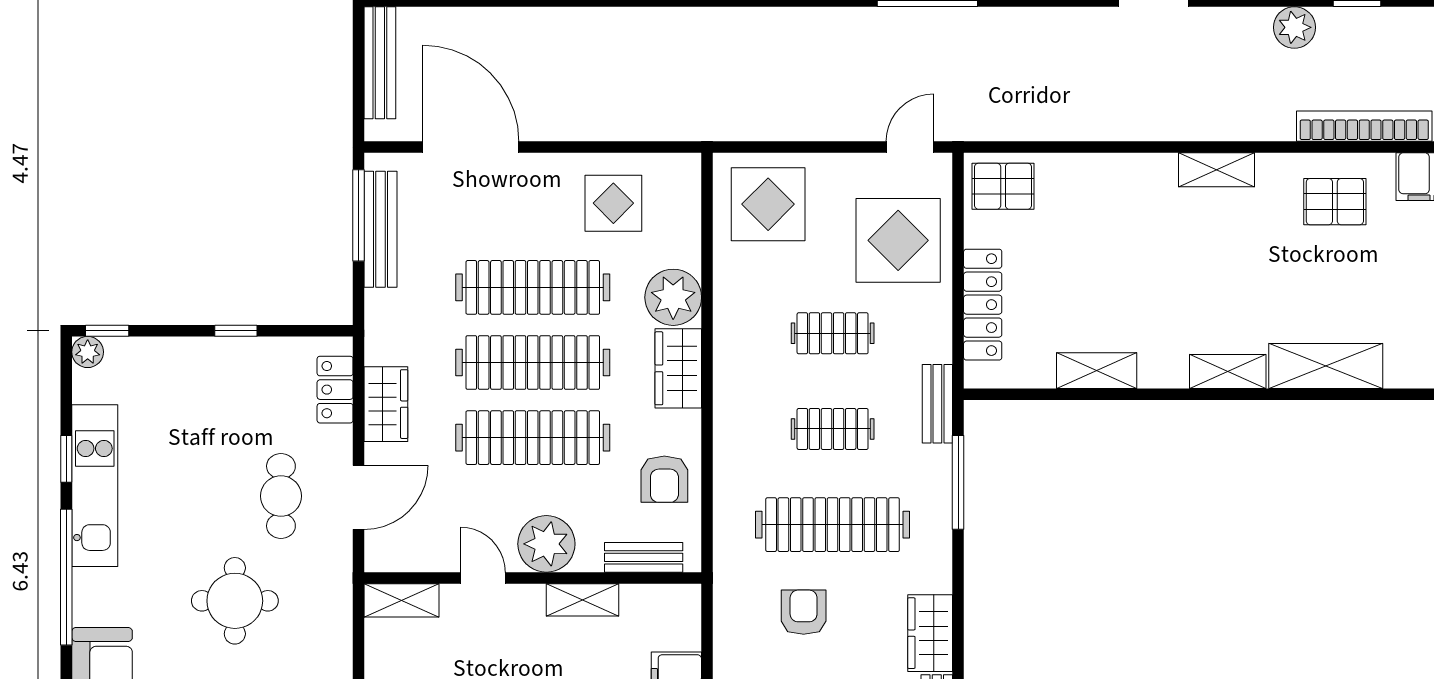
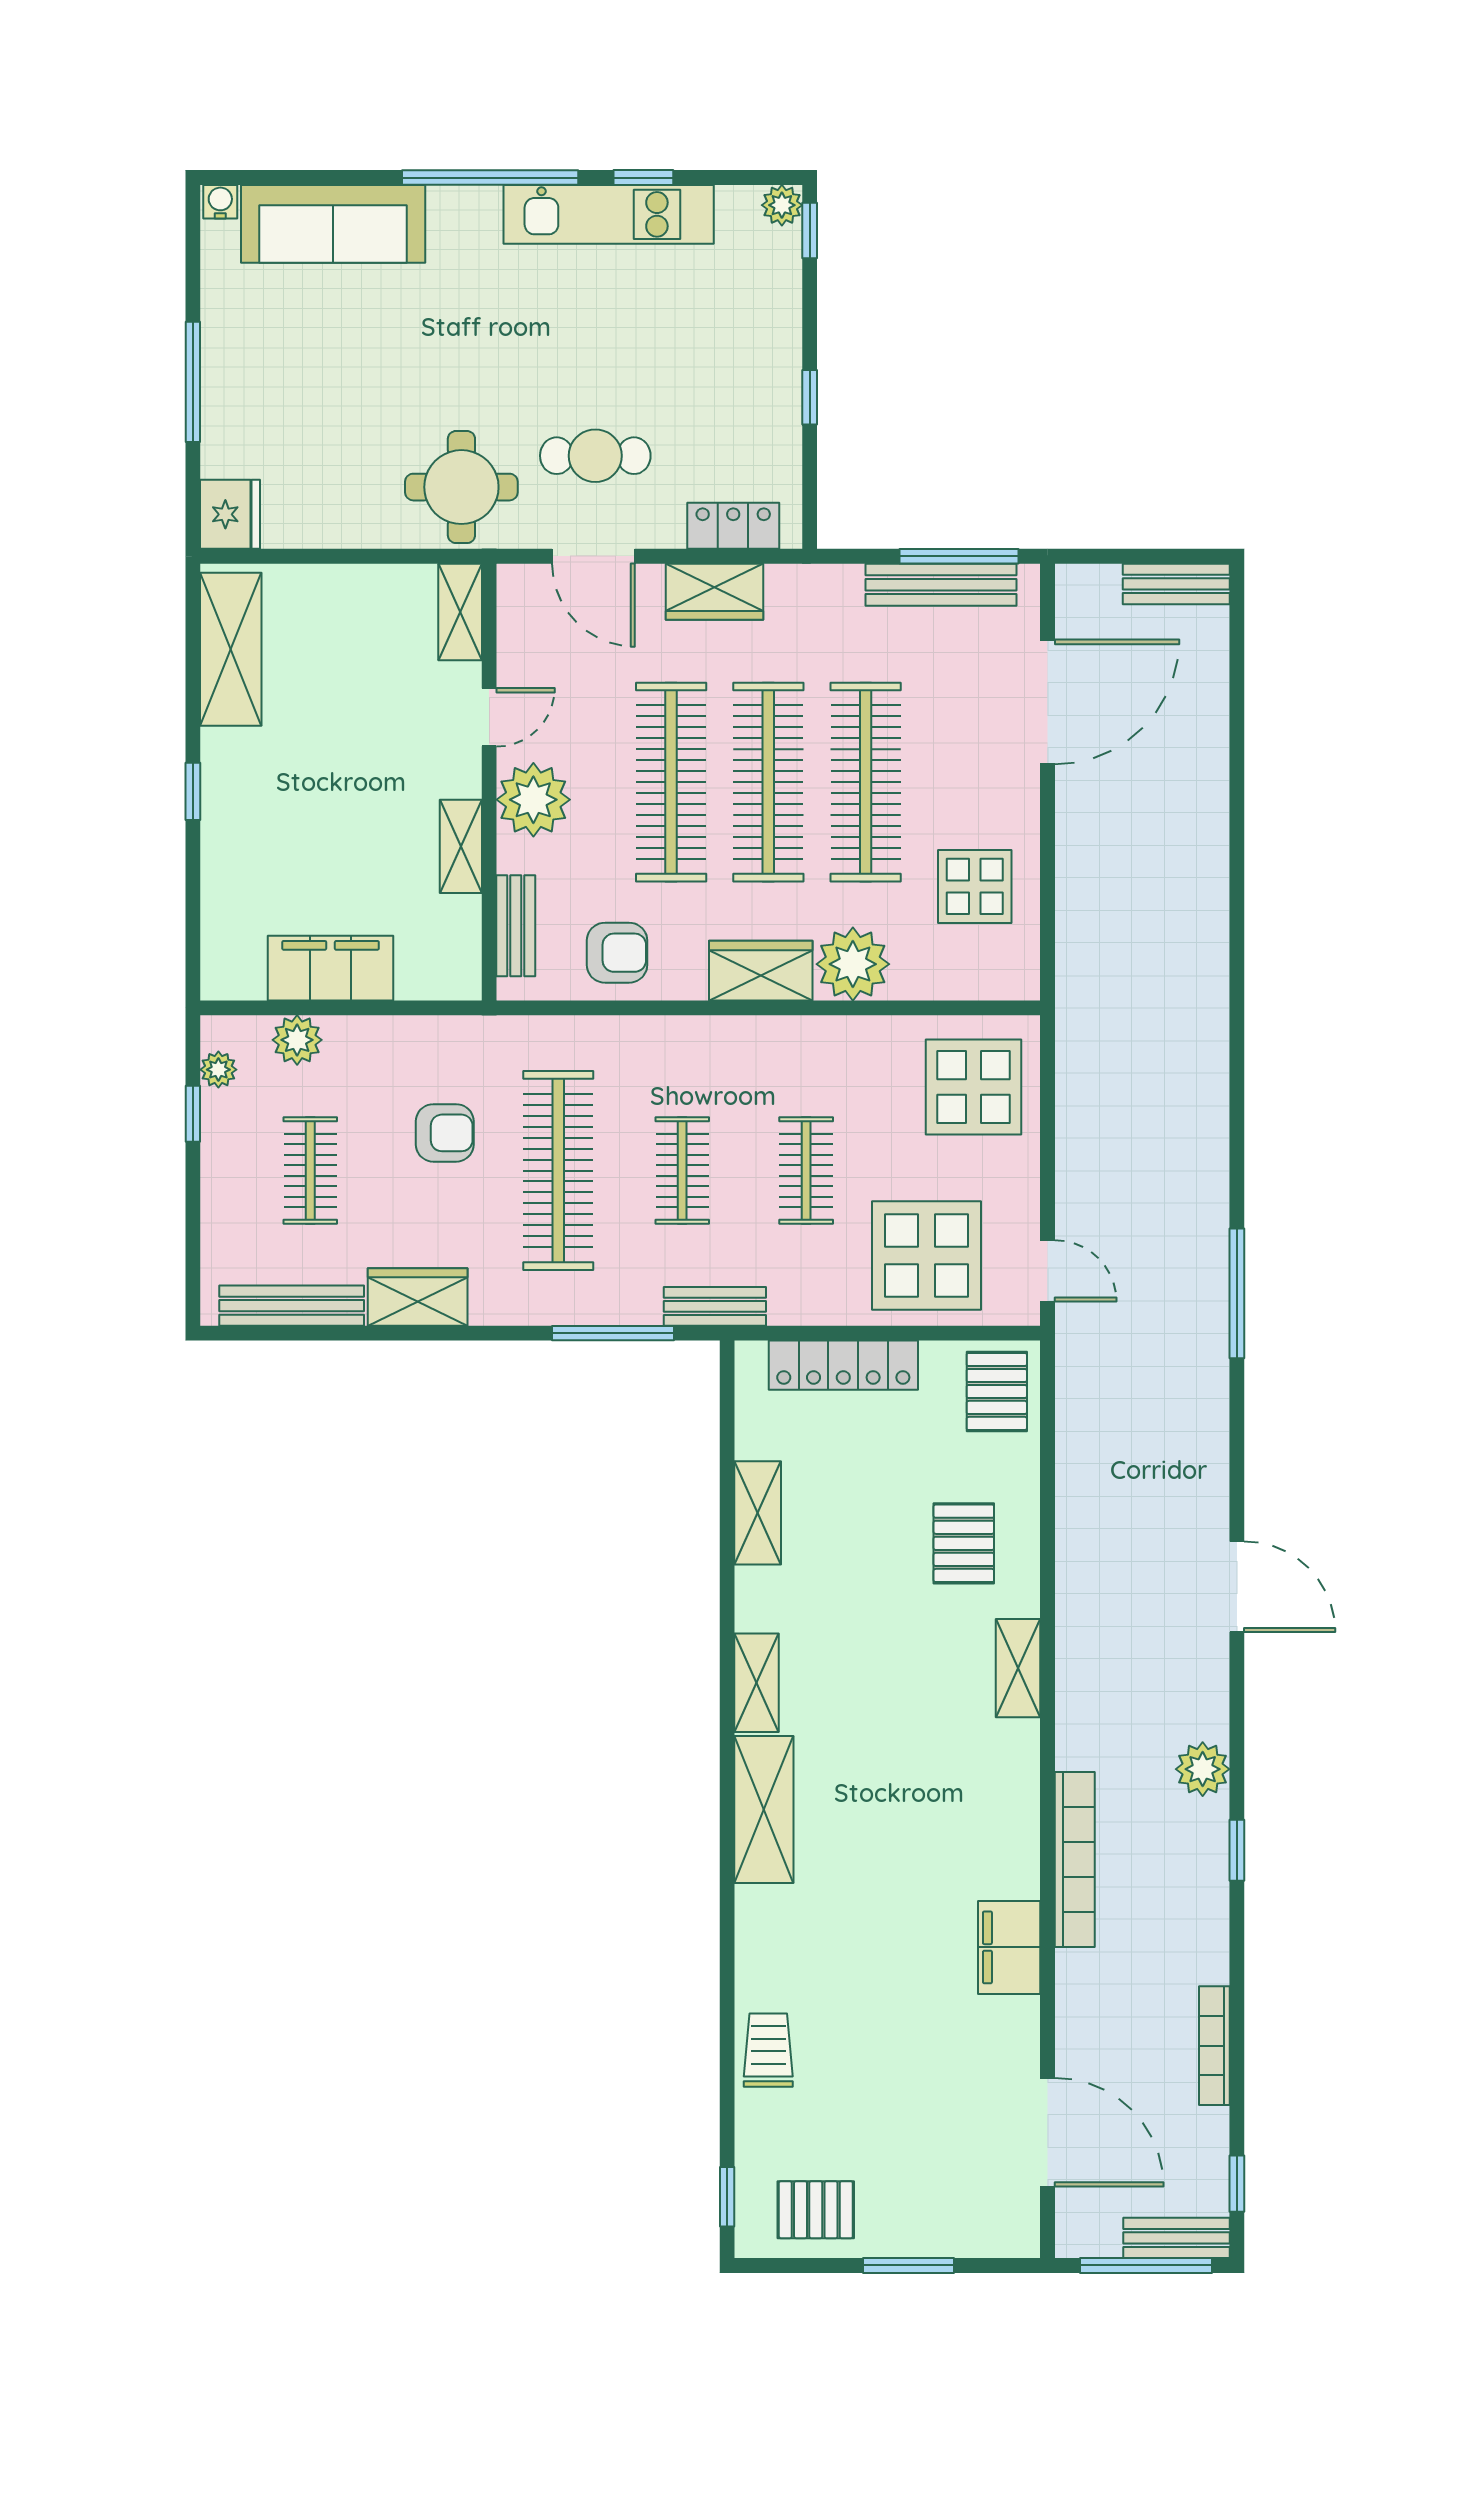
bench: (380, 63) -> (1176, 584), width x0.73
pallet: (1335, 202) -> (964, 1543), moved
armchair: (664, 479) -> (617, 953), turned 180
round table: (235, 601) -> (461, 487), moved

